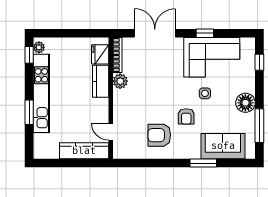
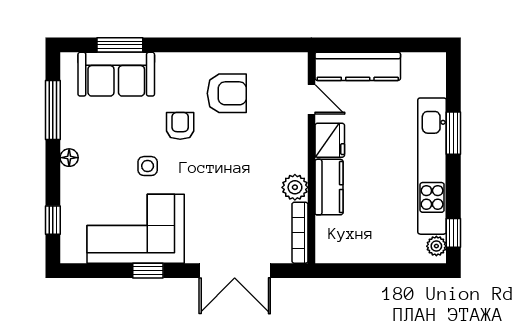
fridge: (100, 54) -> (330, 140), moved
floor lamp: (245, 103) -> (69, 158), width x0.53, depth x0.53
window: (203, 163) -> (120, 45), moved

